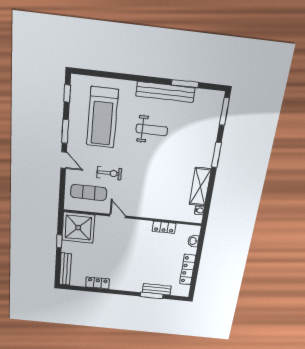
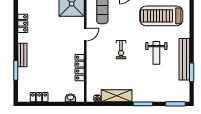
exercise bike: (109, 173) -> (121, 50), moved
locker: (164, 227) -> (80, 68), width x1.53
locker: (188, 270) -> (39, 97), width x0.66
bench: (157, 289) -> (22, 55), moved

